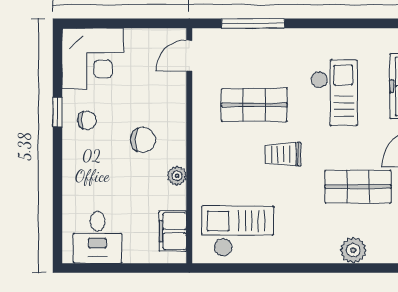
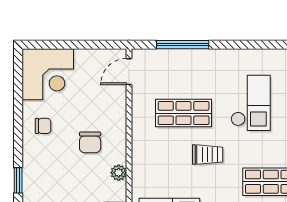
window: (58, 112) -> (18, 180), moved
chair: (143, 140) -> (90, 142), turned 90
trolley: (283, 154) -> (208, 155), turned 180

